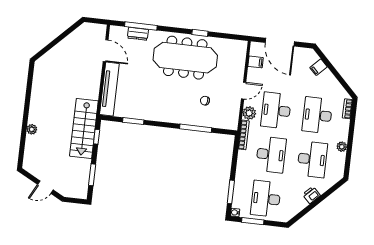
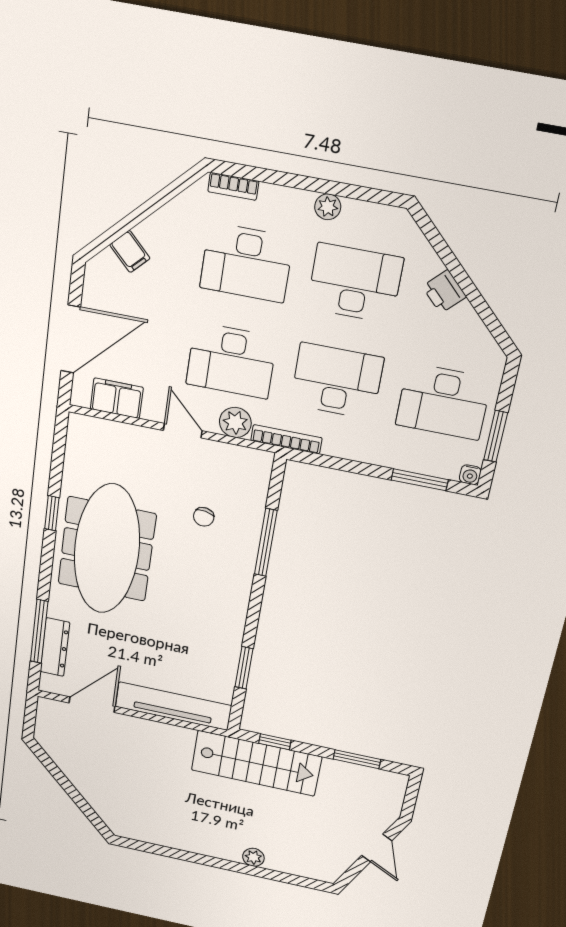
dresser: (138, 34) -> (55, 647), width x1.44
filing cabinet: (256, 62) -> (117, 398), width x2.00

